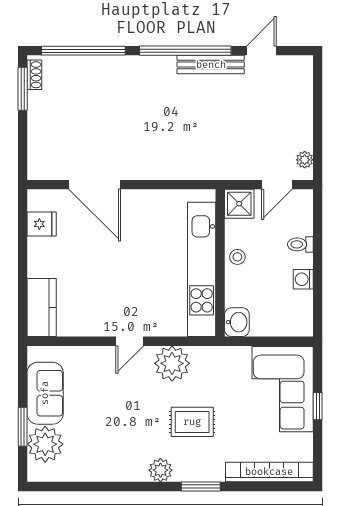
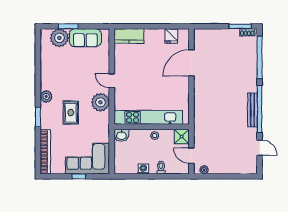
bench: (211, 65) -> (252, 110), moved

